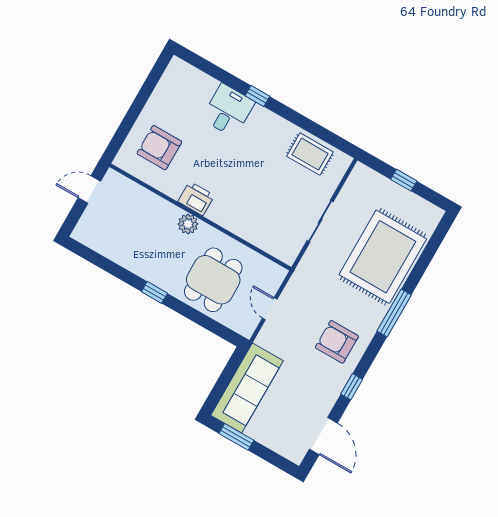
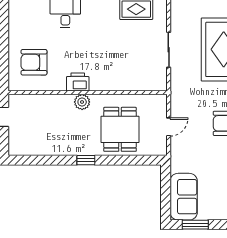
door: (270, 309) -> (169, 127), swing flipped
sofa: (247, 388) -> (184, 197), width x0.73

